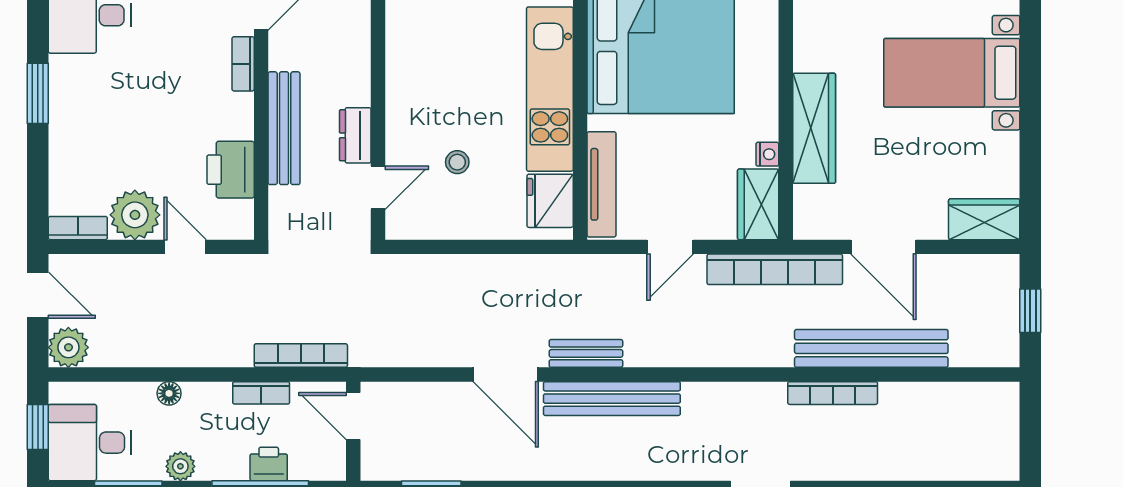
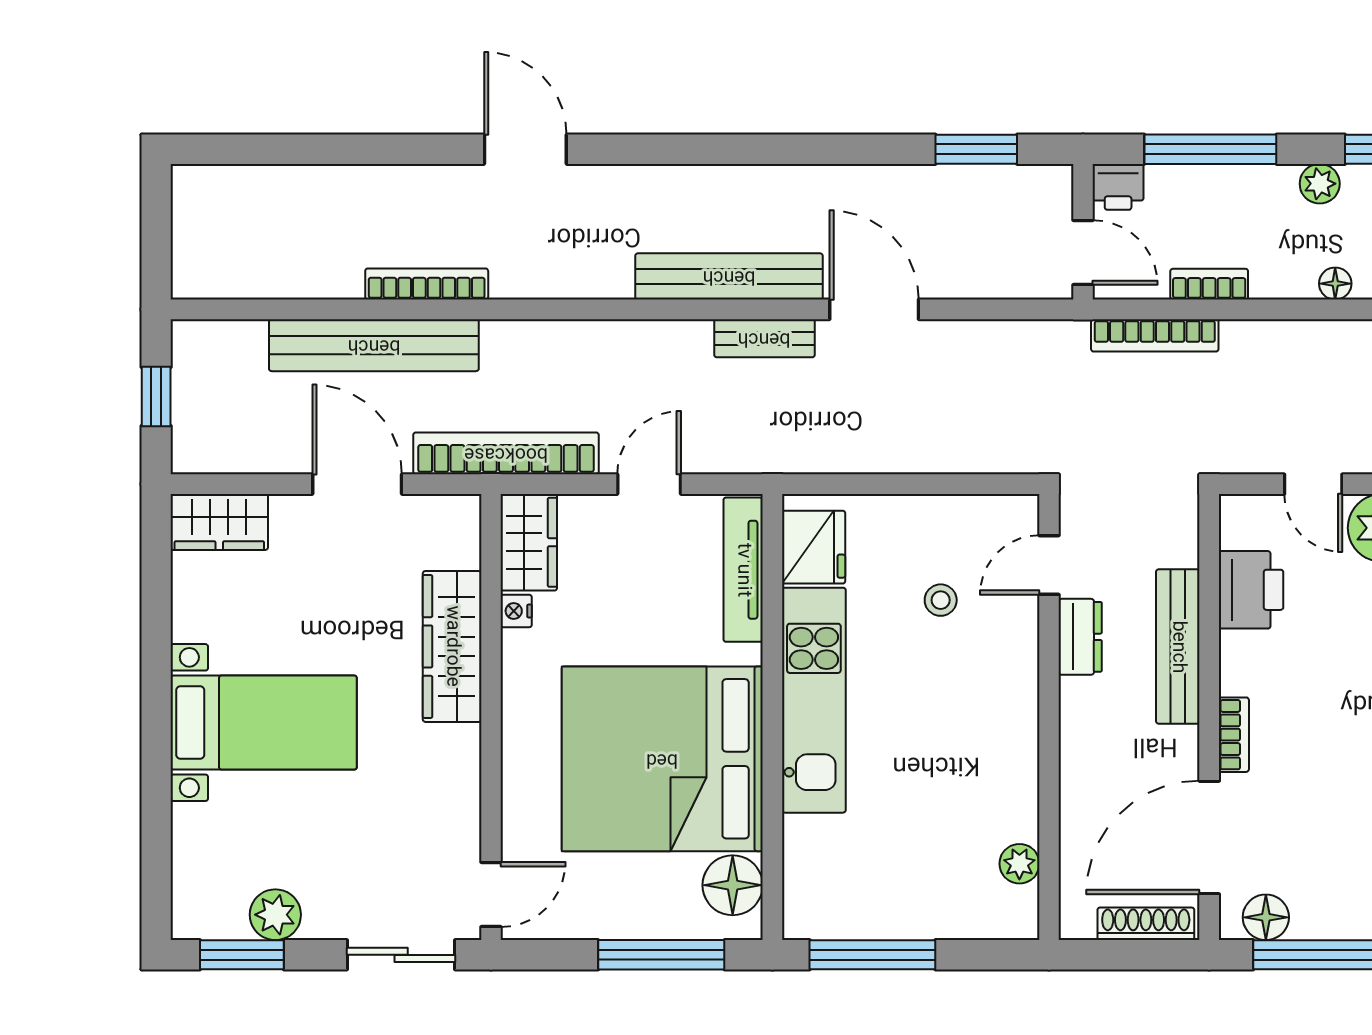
printer: (269, 464) -> (1118, 187), moved

